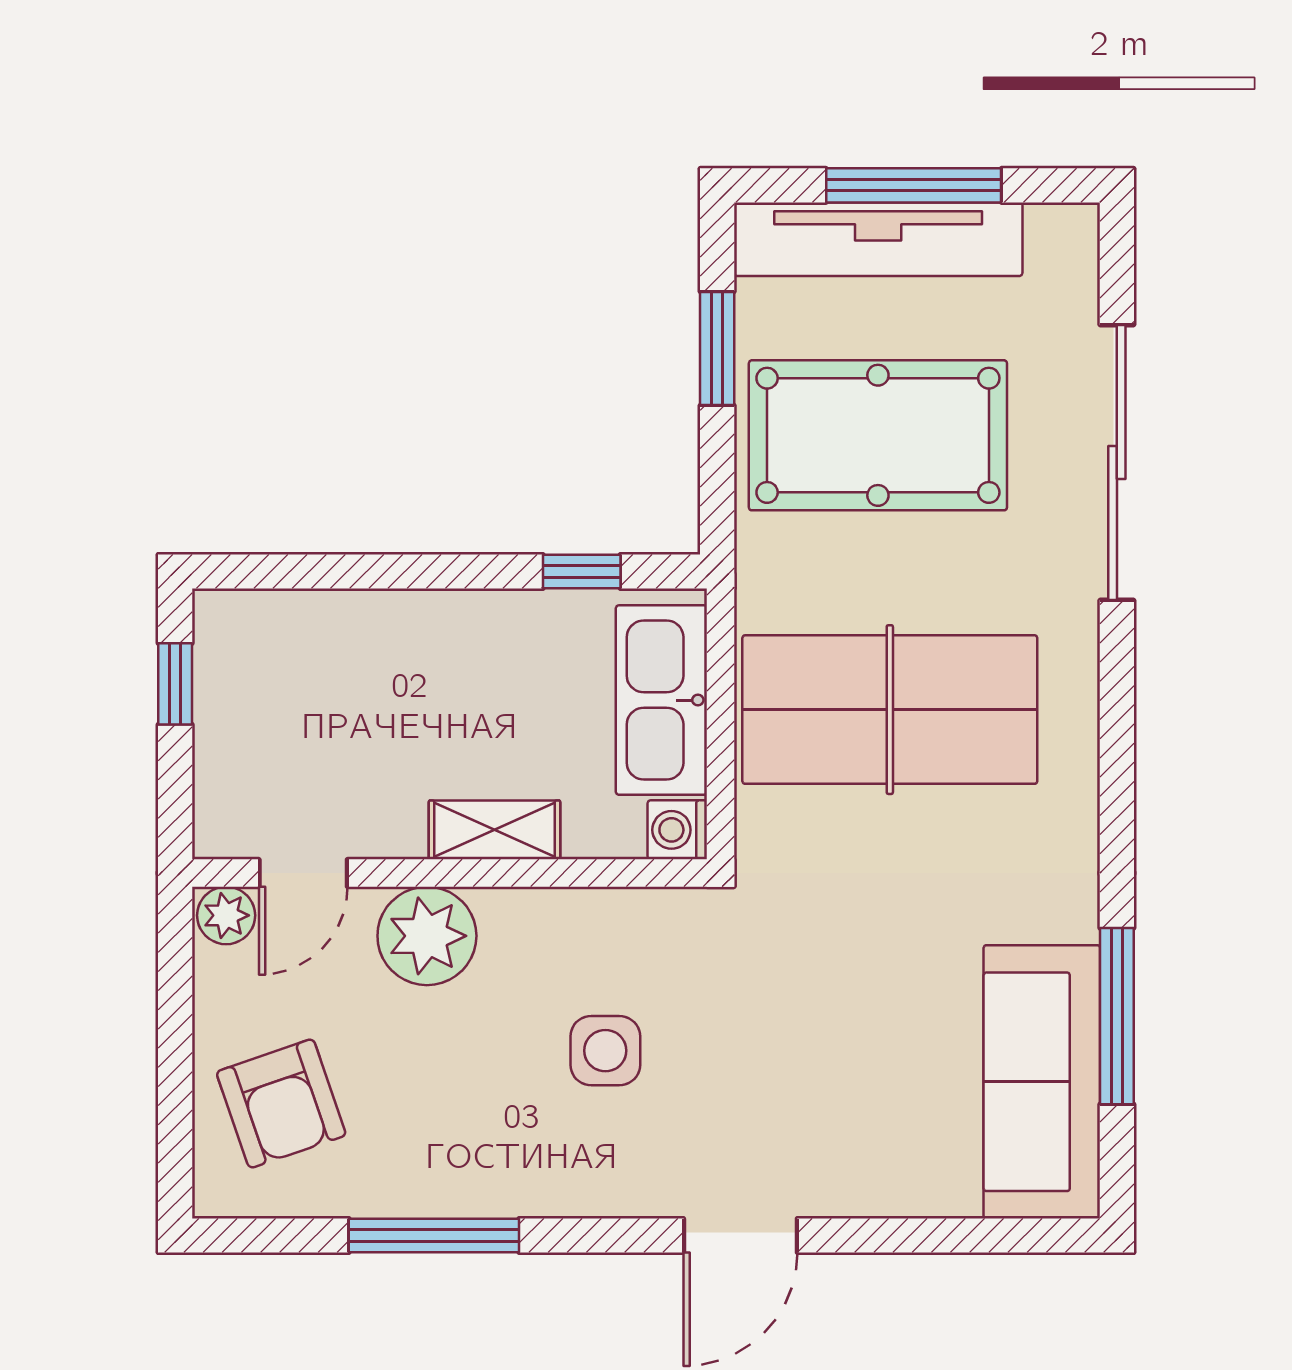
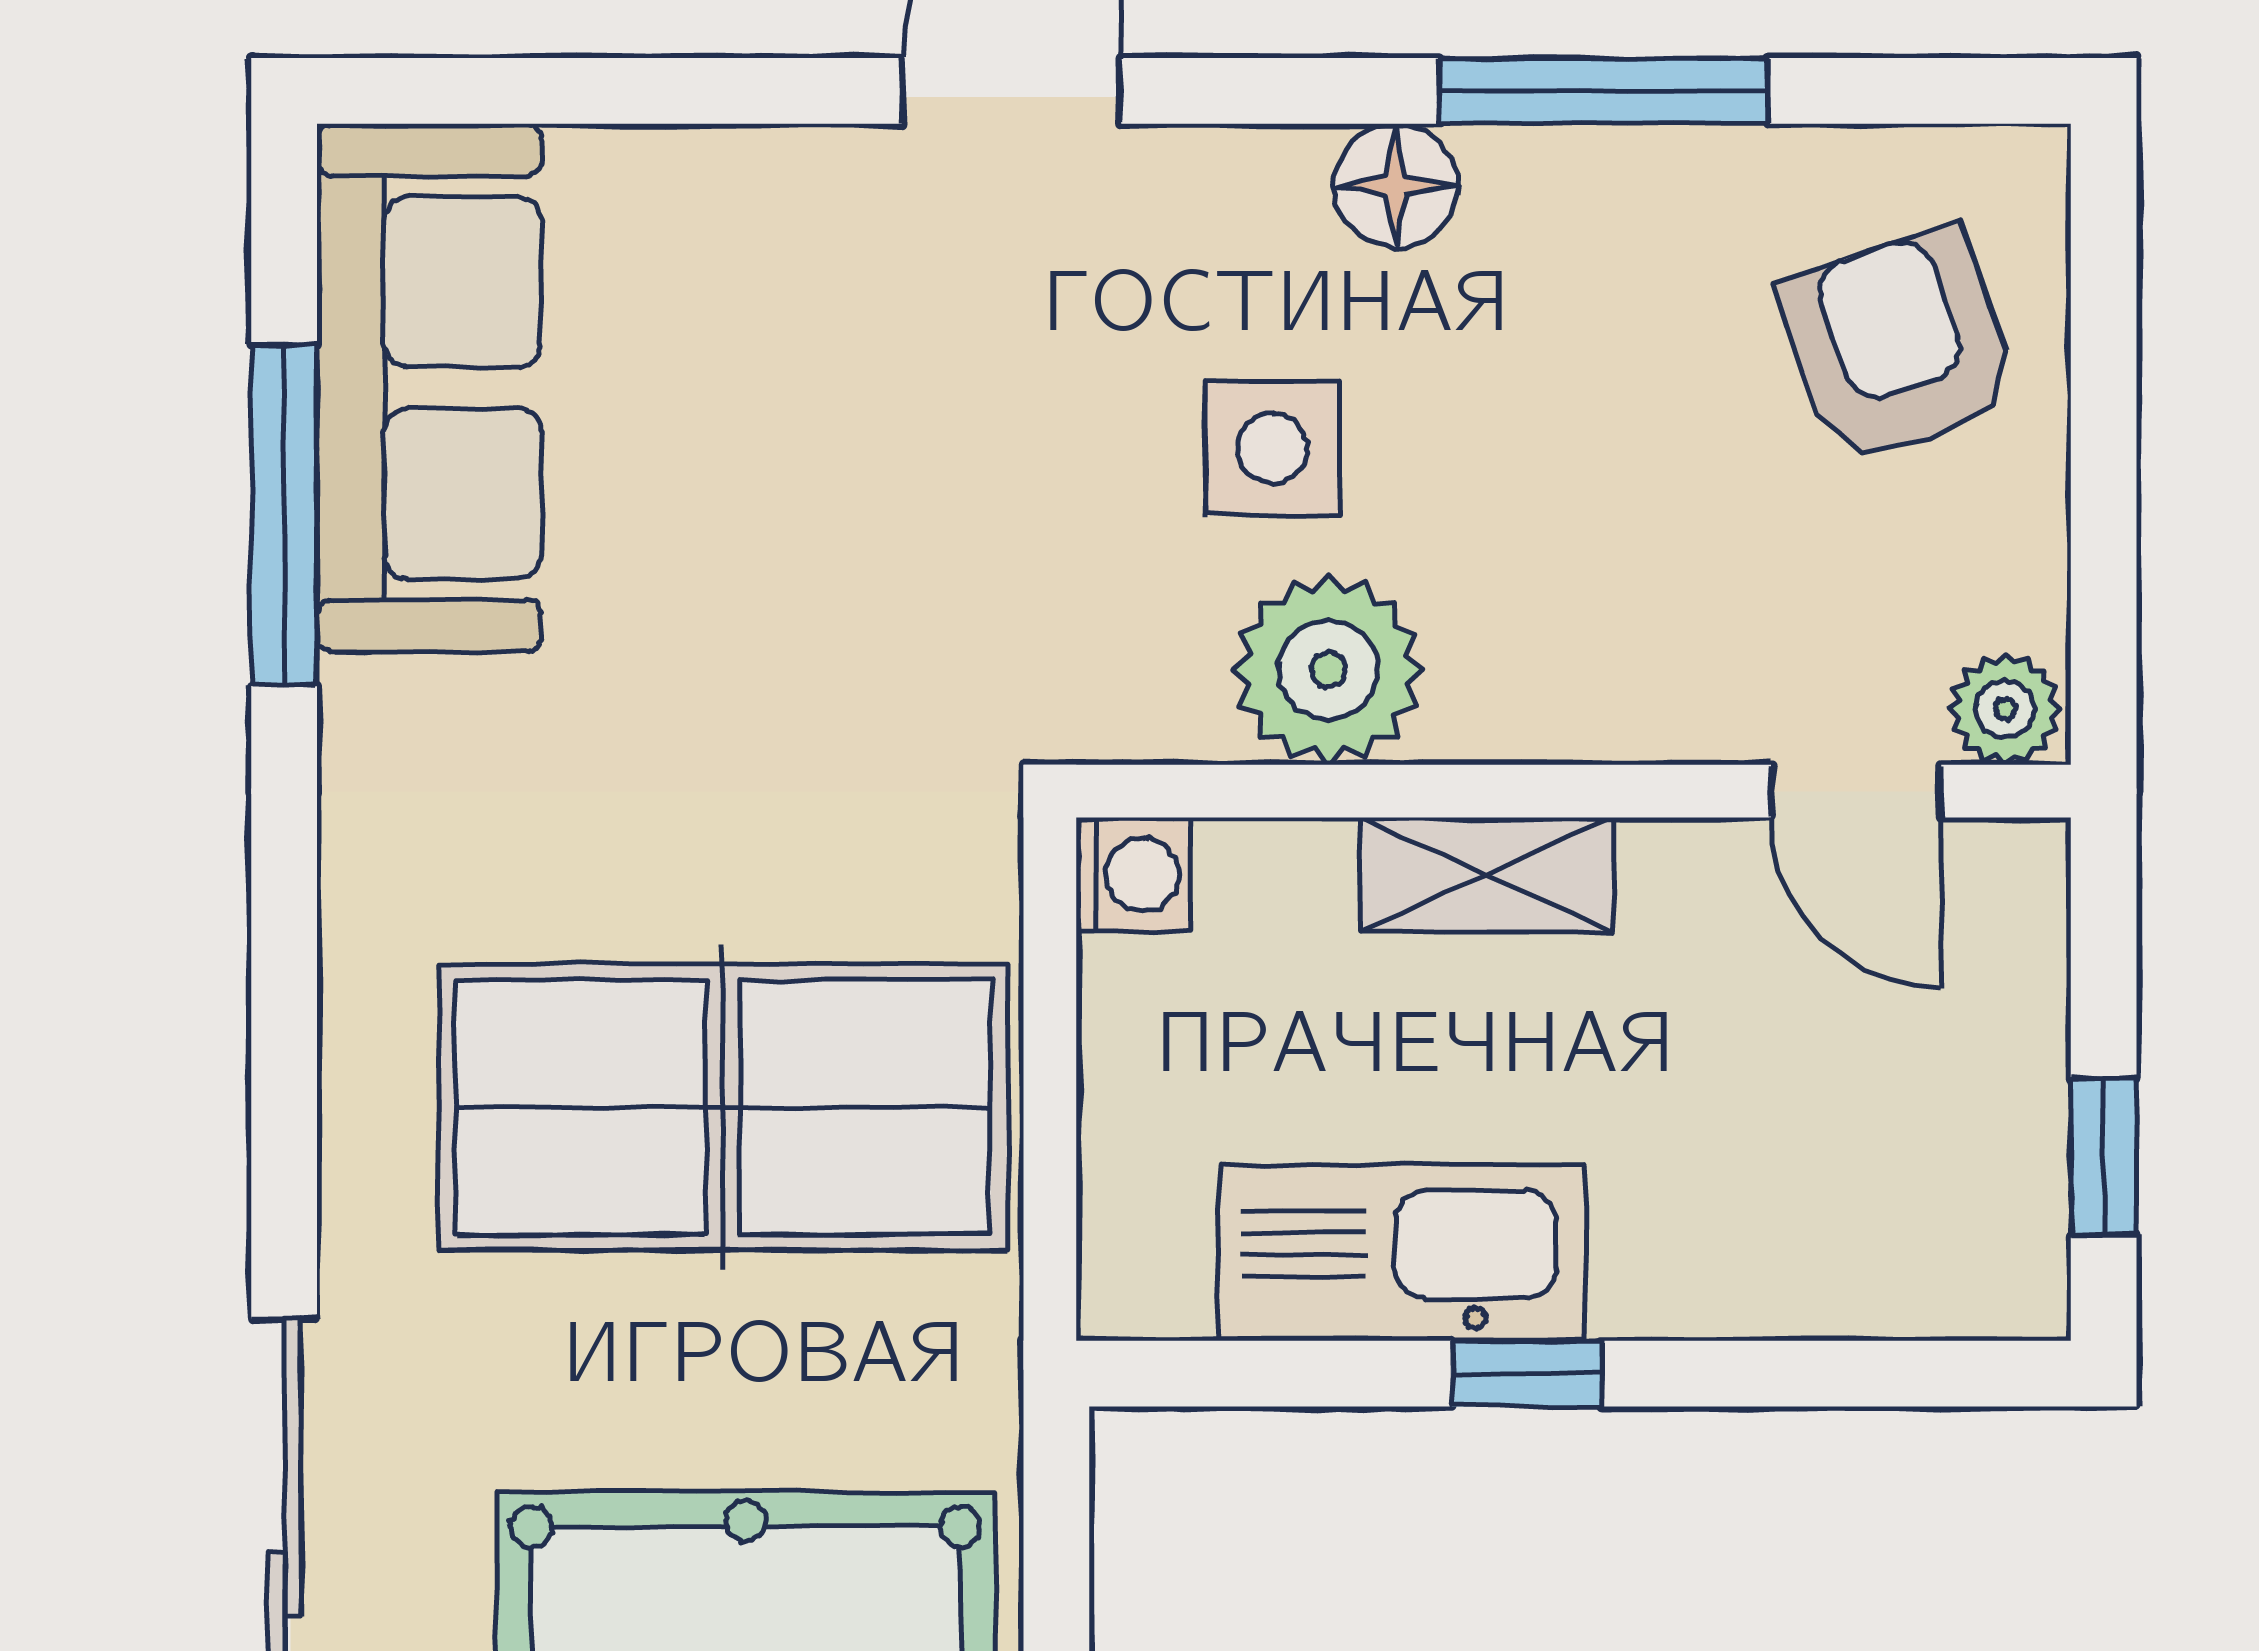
window: (582, 572) -> (1527, 1374), moved
kitchen sink: (661, 700) -> (1402, 1253), moved, turned -90
door: (303, 873) -> (1856, 791), swing flipped
plant: (427, 936) -> (1328, 670), moved
floor lamp: (541, 1187) -> (1396, 186), added

